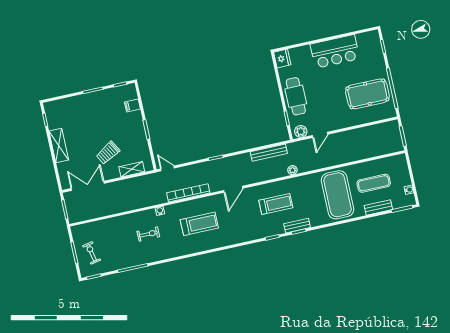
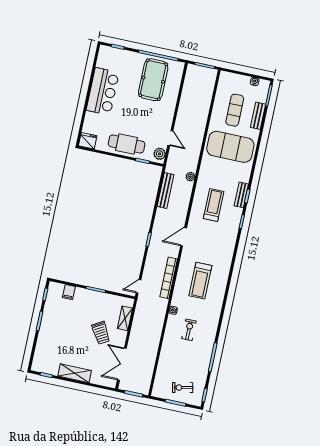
door: (233, 189) -> (184, 237), swing flipped
treadmill: (199, 224) -> (200, 281), turned 180

